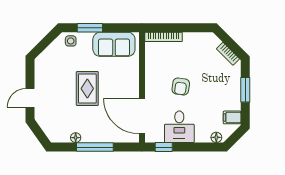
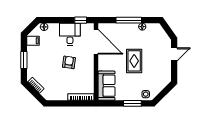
sofa: (114, 44) -> (106, 86), moved, turned 90

